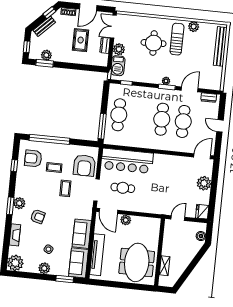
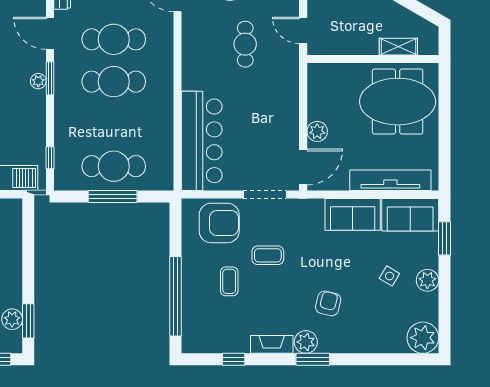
window: (102, 126) -> (113, 196), moved
armchair: (33, 158) -> (216, 324), removed
cafe table: (123, 188) -> (245, 44), moved
fireplace: (15, 235) -> (272, 344), moved

